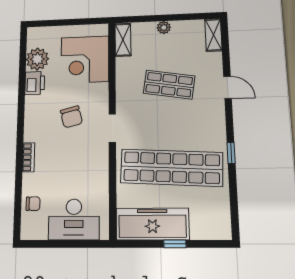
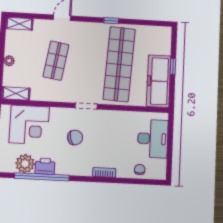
window: (22, 80) -> (42, 177), added

